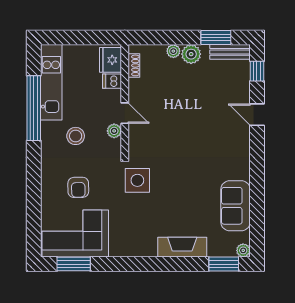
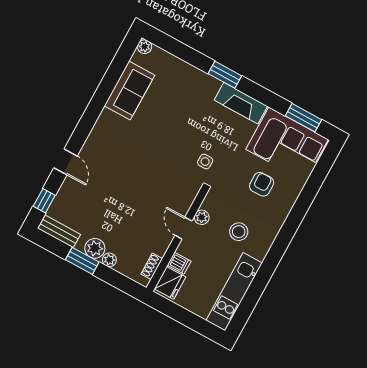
window: (216, 37) -> (82, 261), moved
window: (34, 108) -> (263, 277), removed
side table: (137, 180) -> (205, 162), width x0.54, depth x0.54
fireplace: (182, 247) -> (241, 103), moved
window: (224, 264) -> (225, 75), moved

